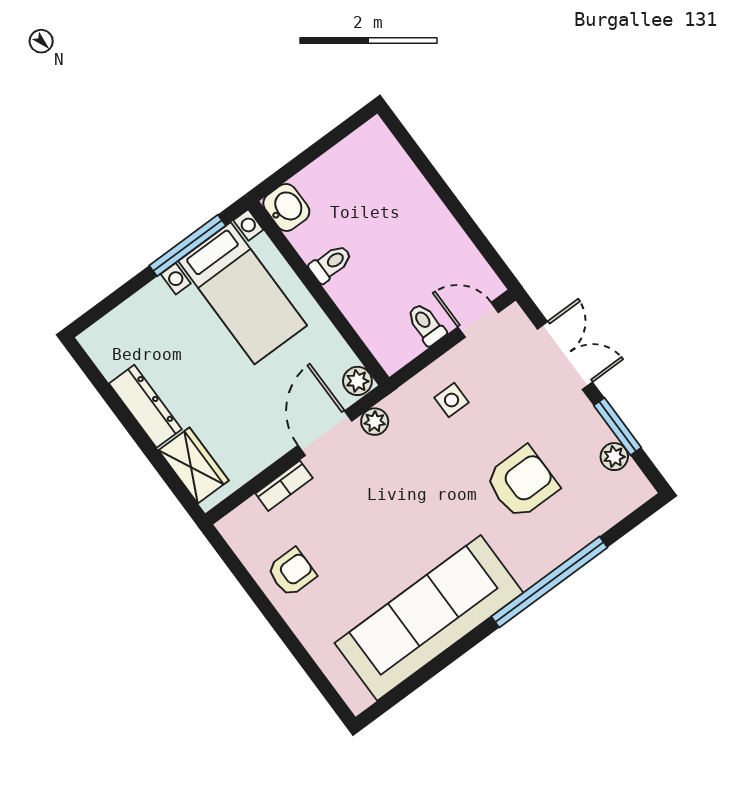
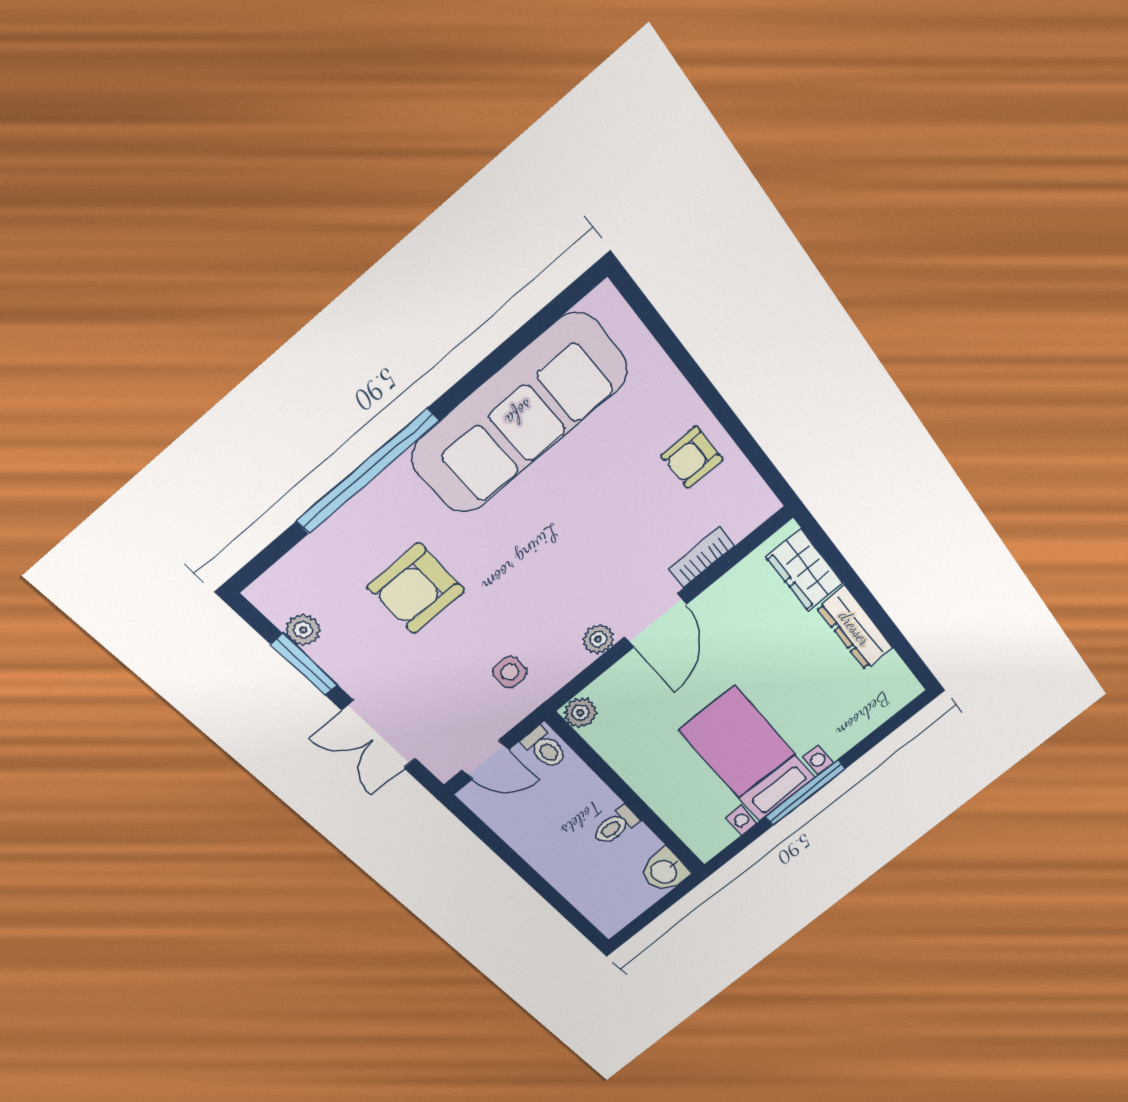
washbasin: (286, 207) -> (665, 871), moved
toilet: (331, 263) -> (616, 826), moved
wall: (319, 293) -> (628, 795), moved
plant: (357, 381) -> (580, 713), moved

